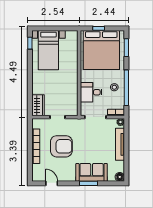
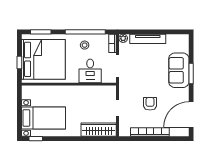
wardrobe: (38, 105) -> (99, 130), width x1.50
armchair: (61, 146) -> (150, 104), width x0.53, depth x0.53
floor lamp: (120, 177) -> (184, 39), removed
door: (52, 183) -> (191, 114), width x1.88

